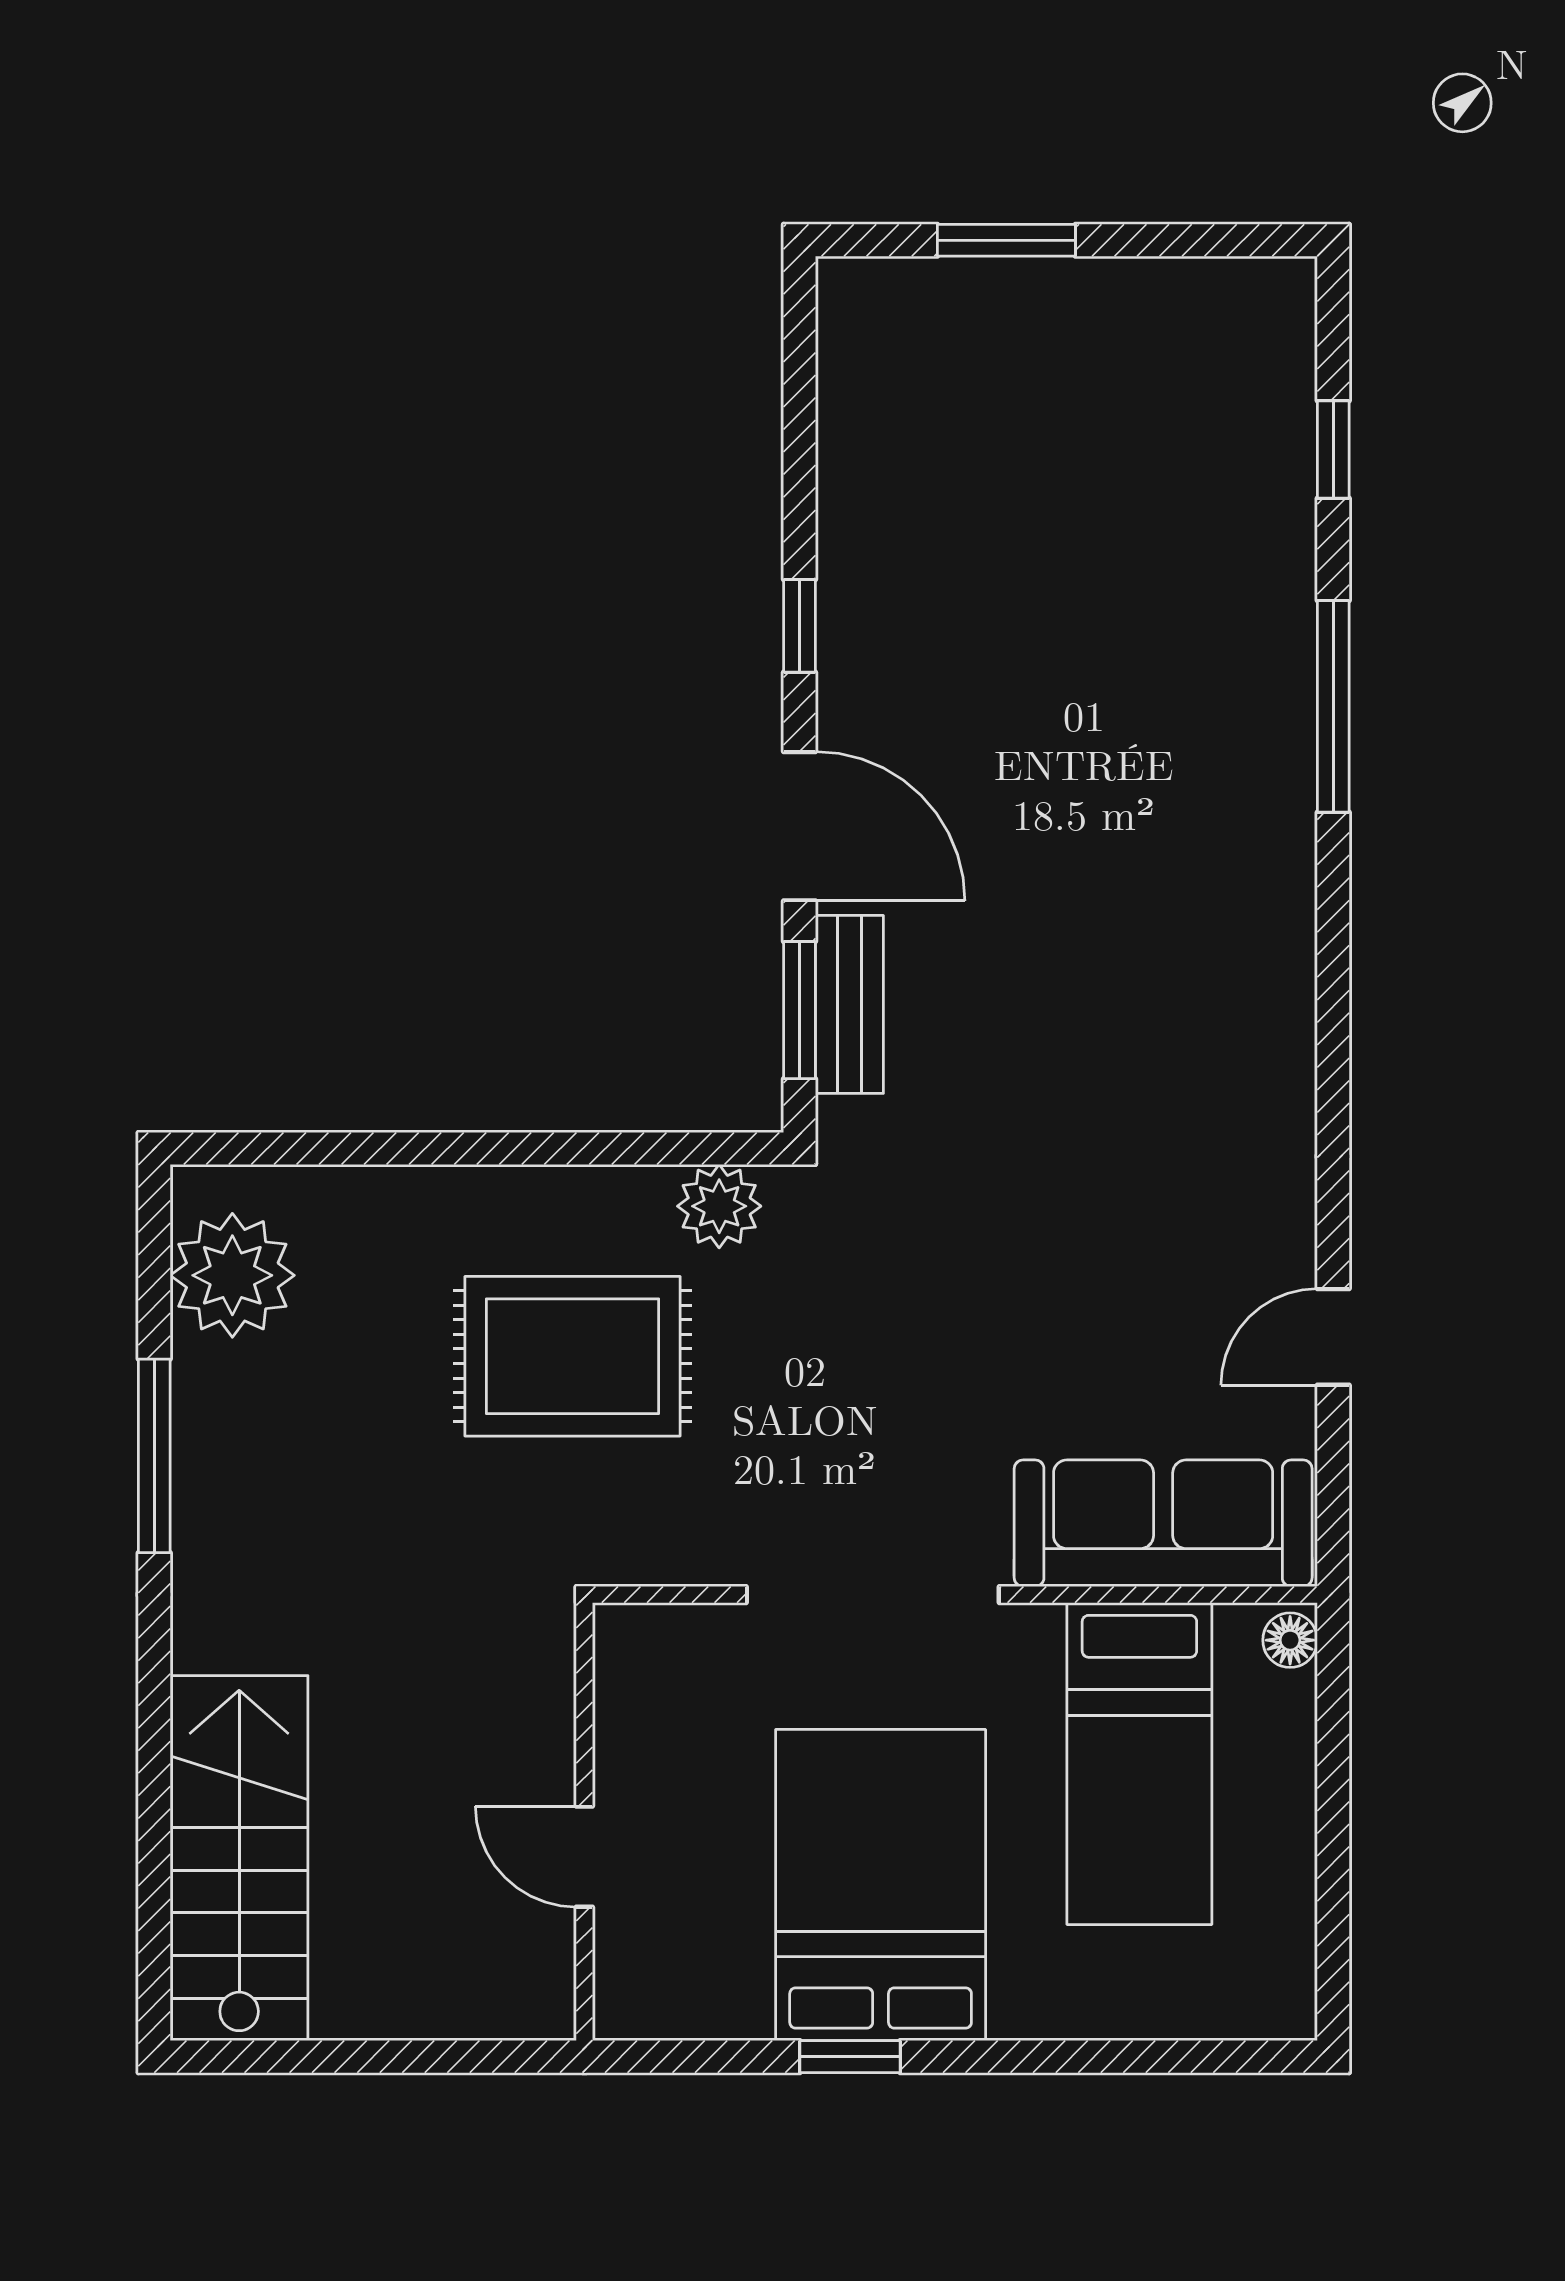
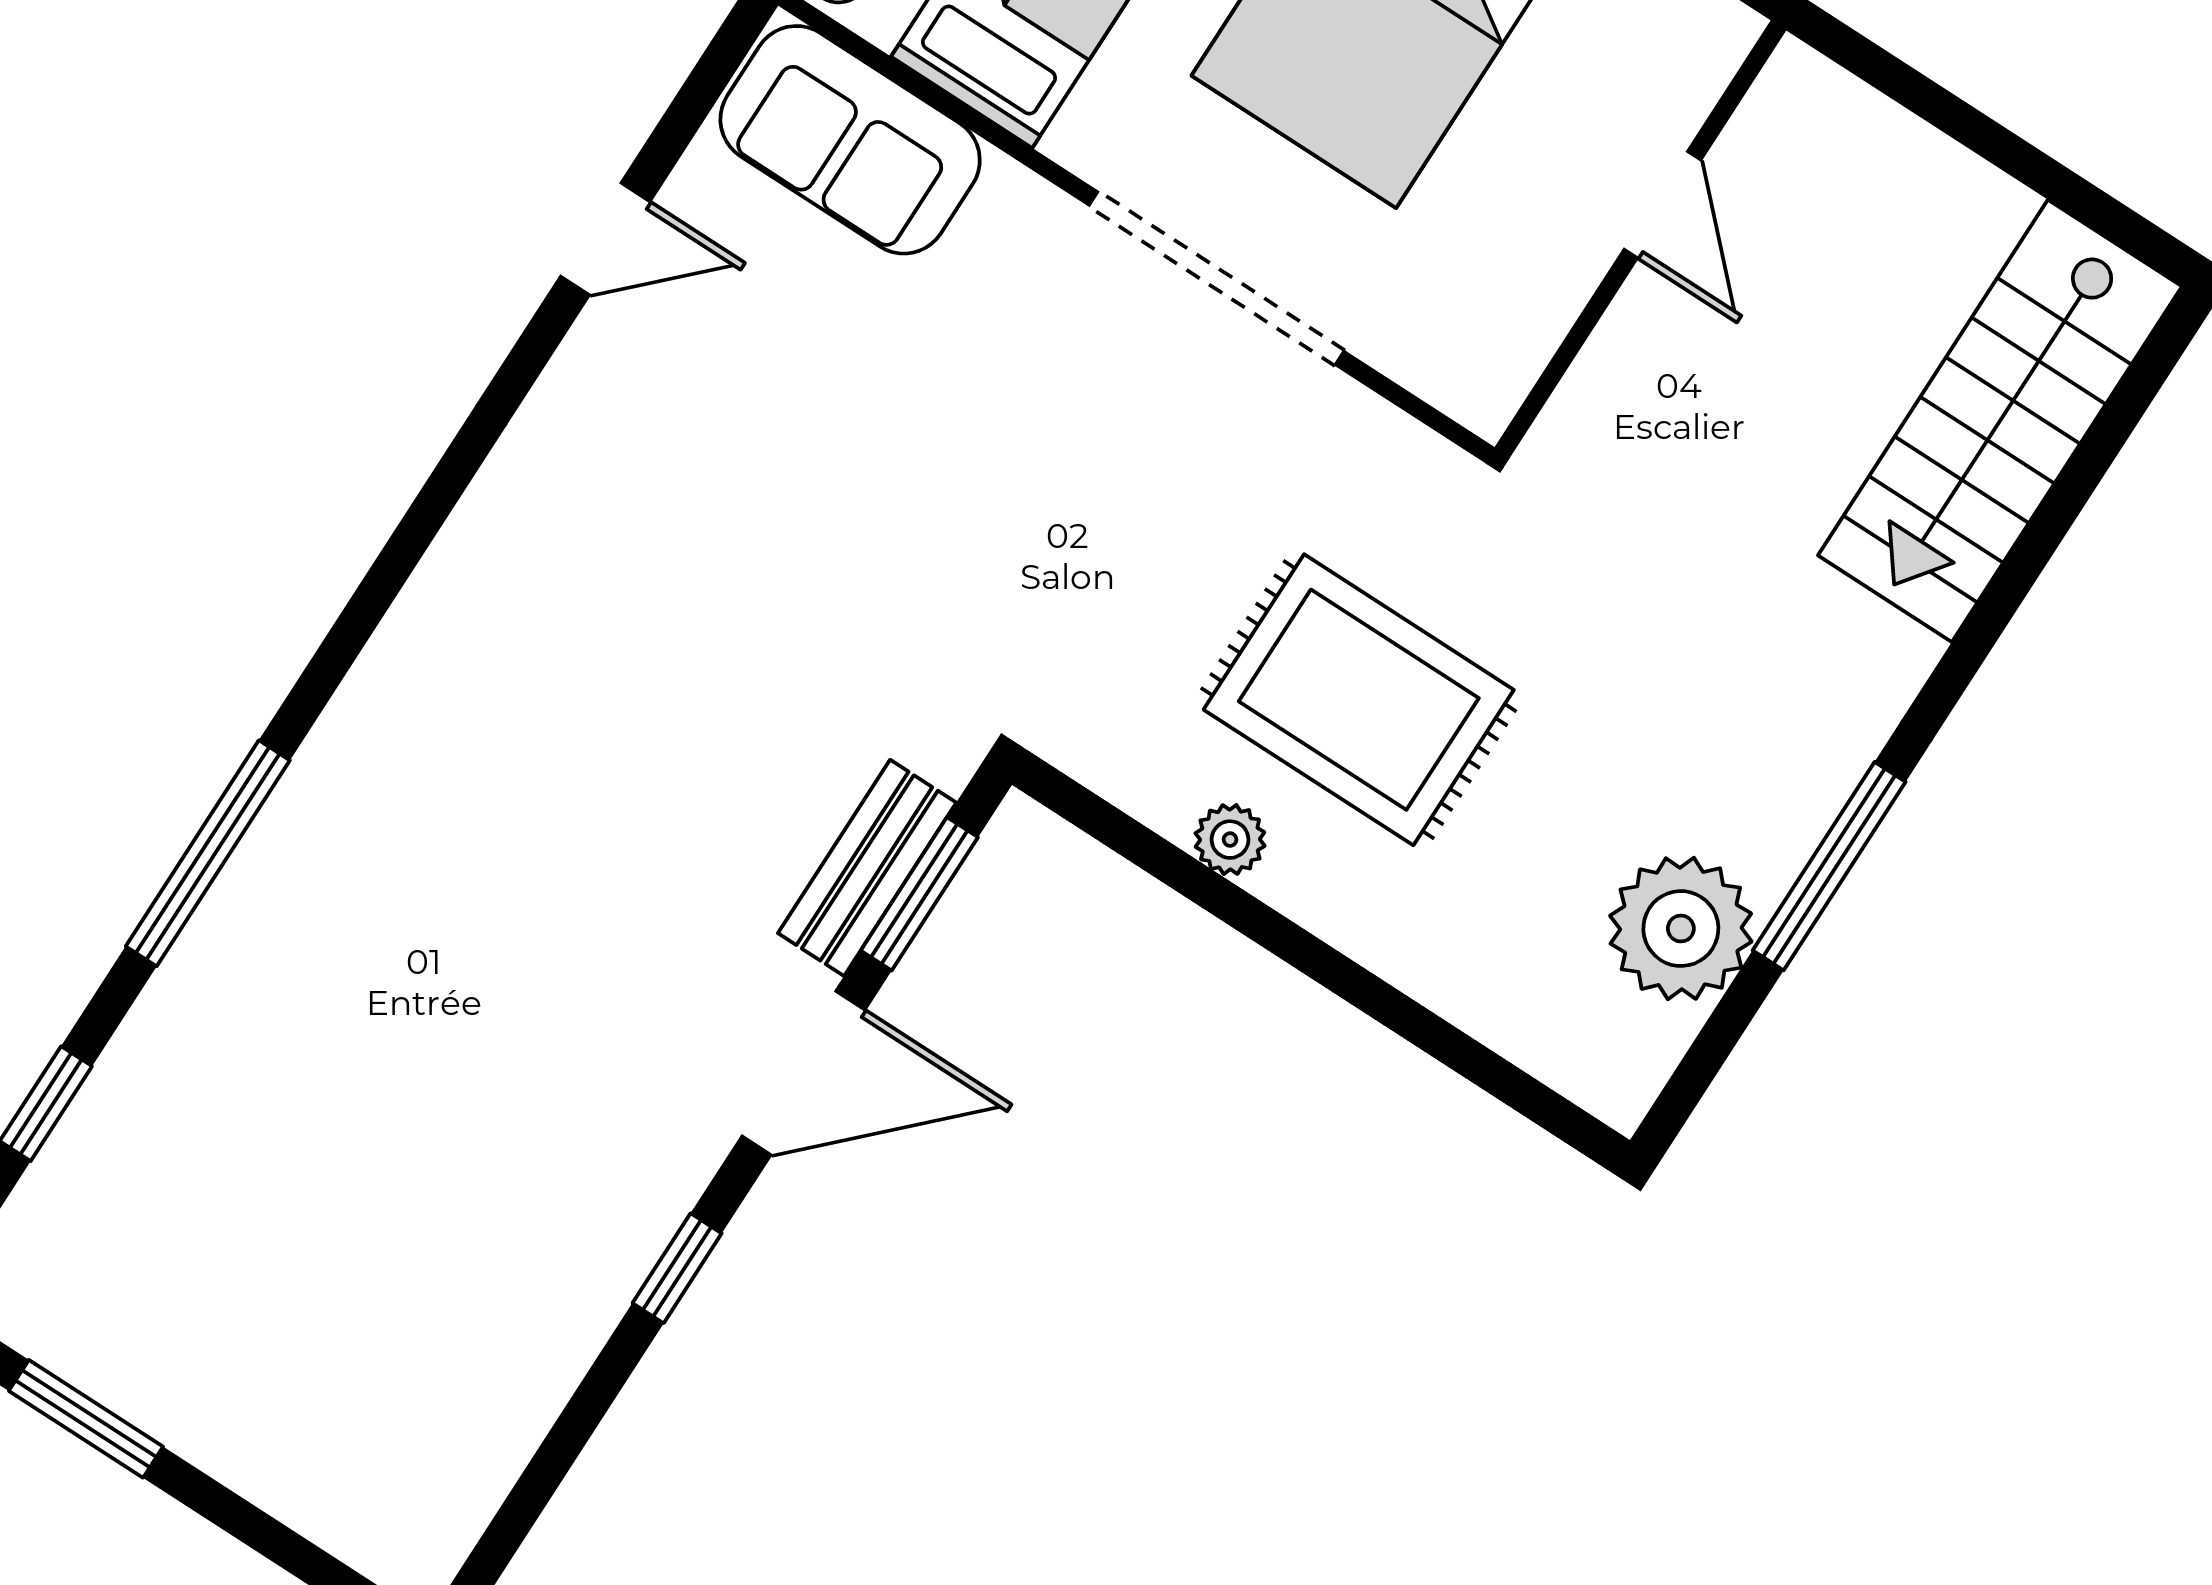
window: (1006, 240) -> (86, 1419), moved
door: (800, 826) -> (803, 1073), swing flipped
plant: (719, 1206) -> (1230, 840), moved, width x0.73, depth x0.73
plant: (232, 1275) -> (1681, 929), moved
sofa: (1163, 1523) -> (850, 140), width x0.73

